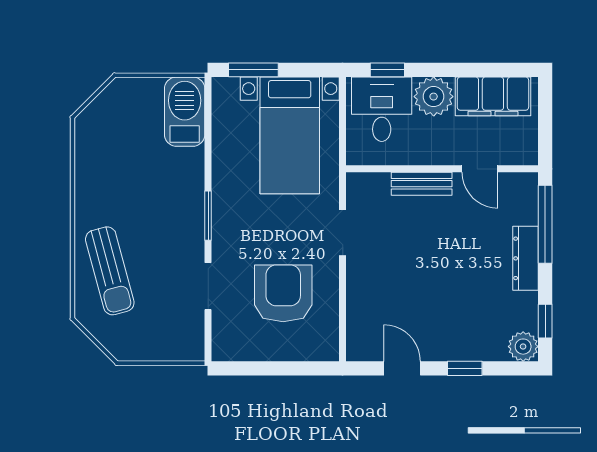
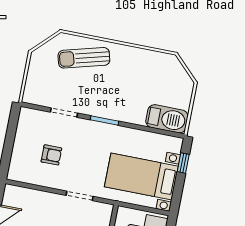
window: (253, 70) -> (183, 163), width x0.67
armchair: (283, 293) -> (51, 155), width x0.53, depth x0.53

